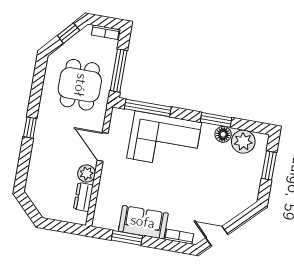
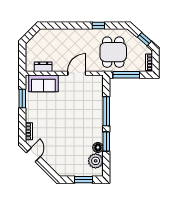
dining table: (80, 85) -> (113, 52), turned 90
window: (148, 108) -> (106, 111), moved
window: (30, 128) -> (98, 26), moved
corner sofa: (164, 140) -> (88, 111), removed
plant: (87, 174) -> (58, 66), removed
sofa: (143, 222) -> (43, 83), moved, turned 90

